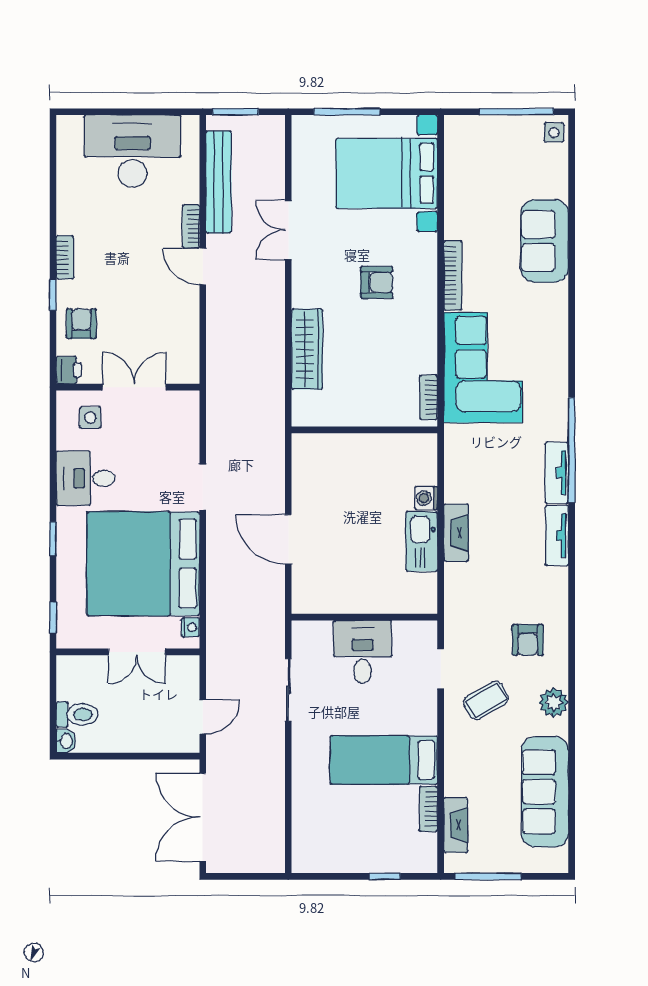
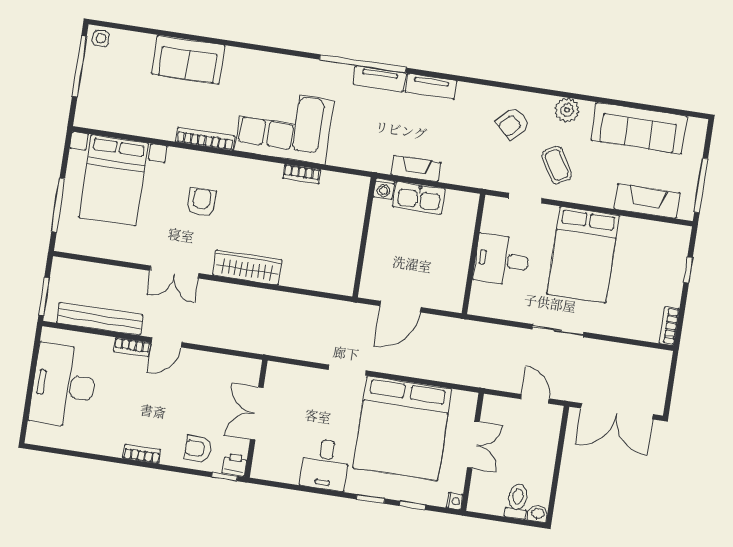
double door: (288, 230) -> (175, 272), moved
window: (53, 295) -> (225, 477), moved
side table: (90, 417) -> (276, 453), removed
wall: (364, 430) -> (364, 237), moved
window: (53, 617) -> (413, 505), moved
nightstand: (191, 627) -> (455, 501), moved, turned 90
armchair: (528, 640) -> (513, 123), turned 133
sliding door: (288, 690) -> (558, 331), moved
bed: (384, 760) -> (583, 255), width x1.50
bookcase: (428, 809) -> (669, 326), moved, turned 90
fireplace: (456, 825) -> (647, 201), width x1.37, depth x1.32

